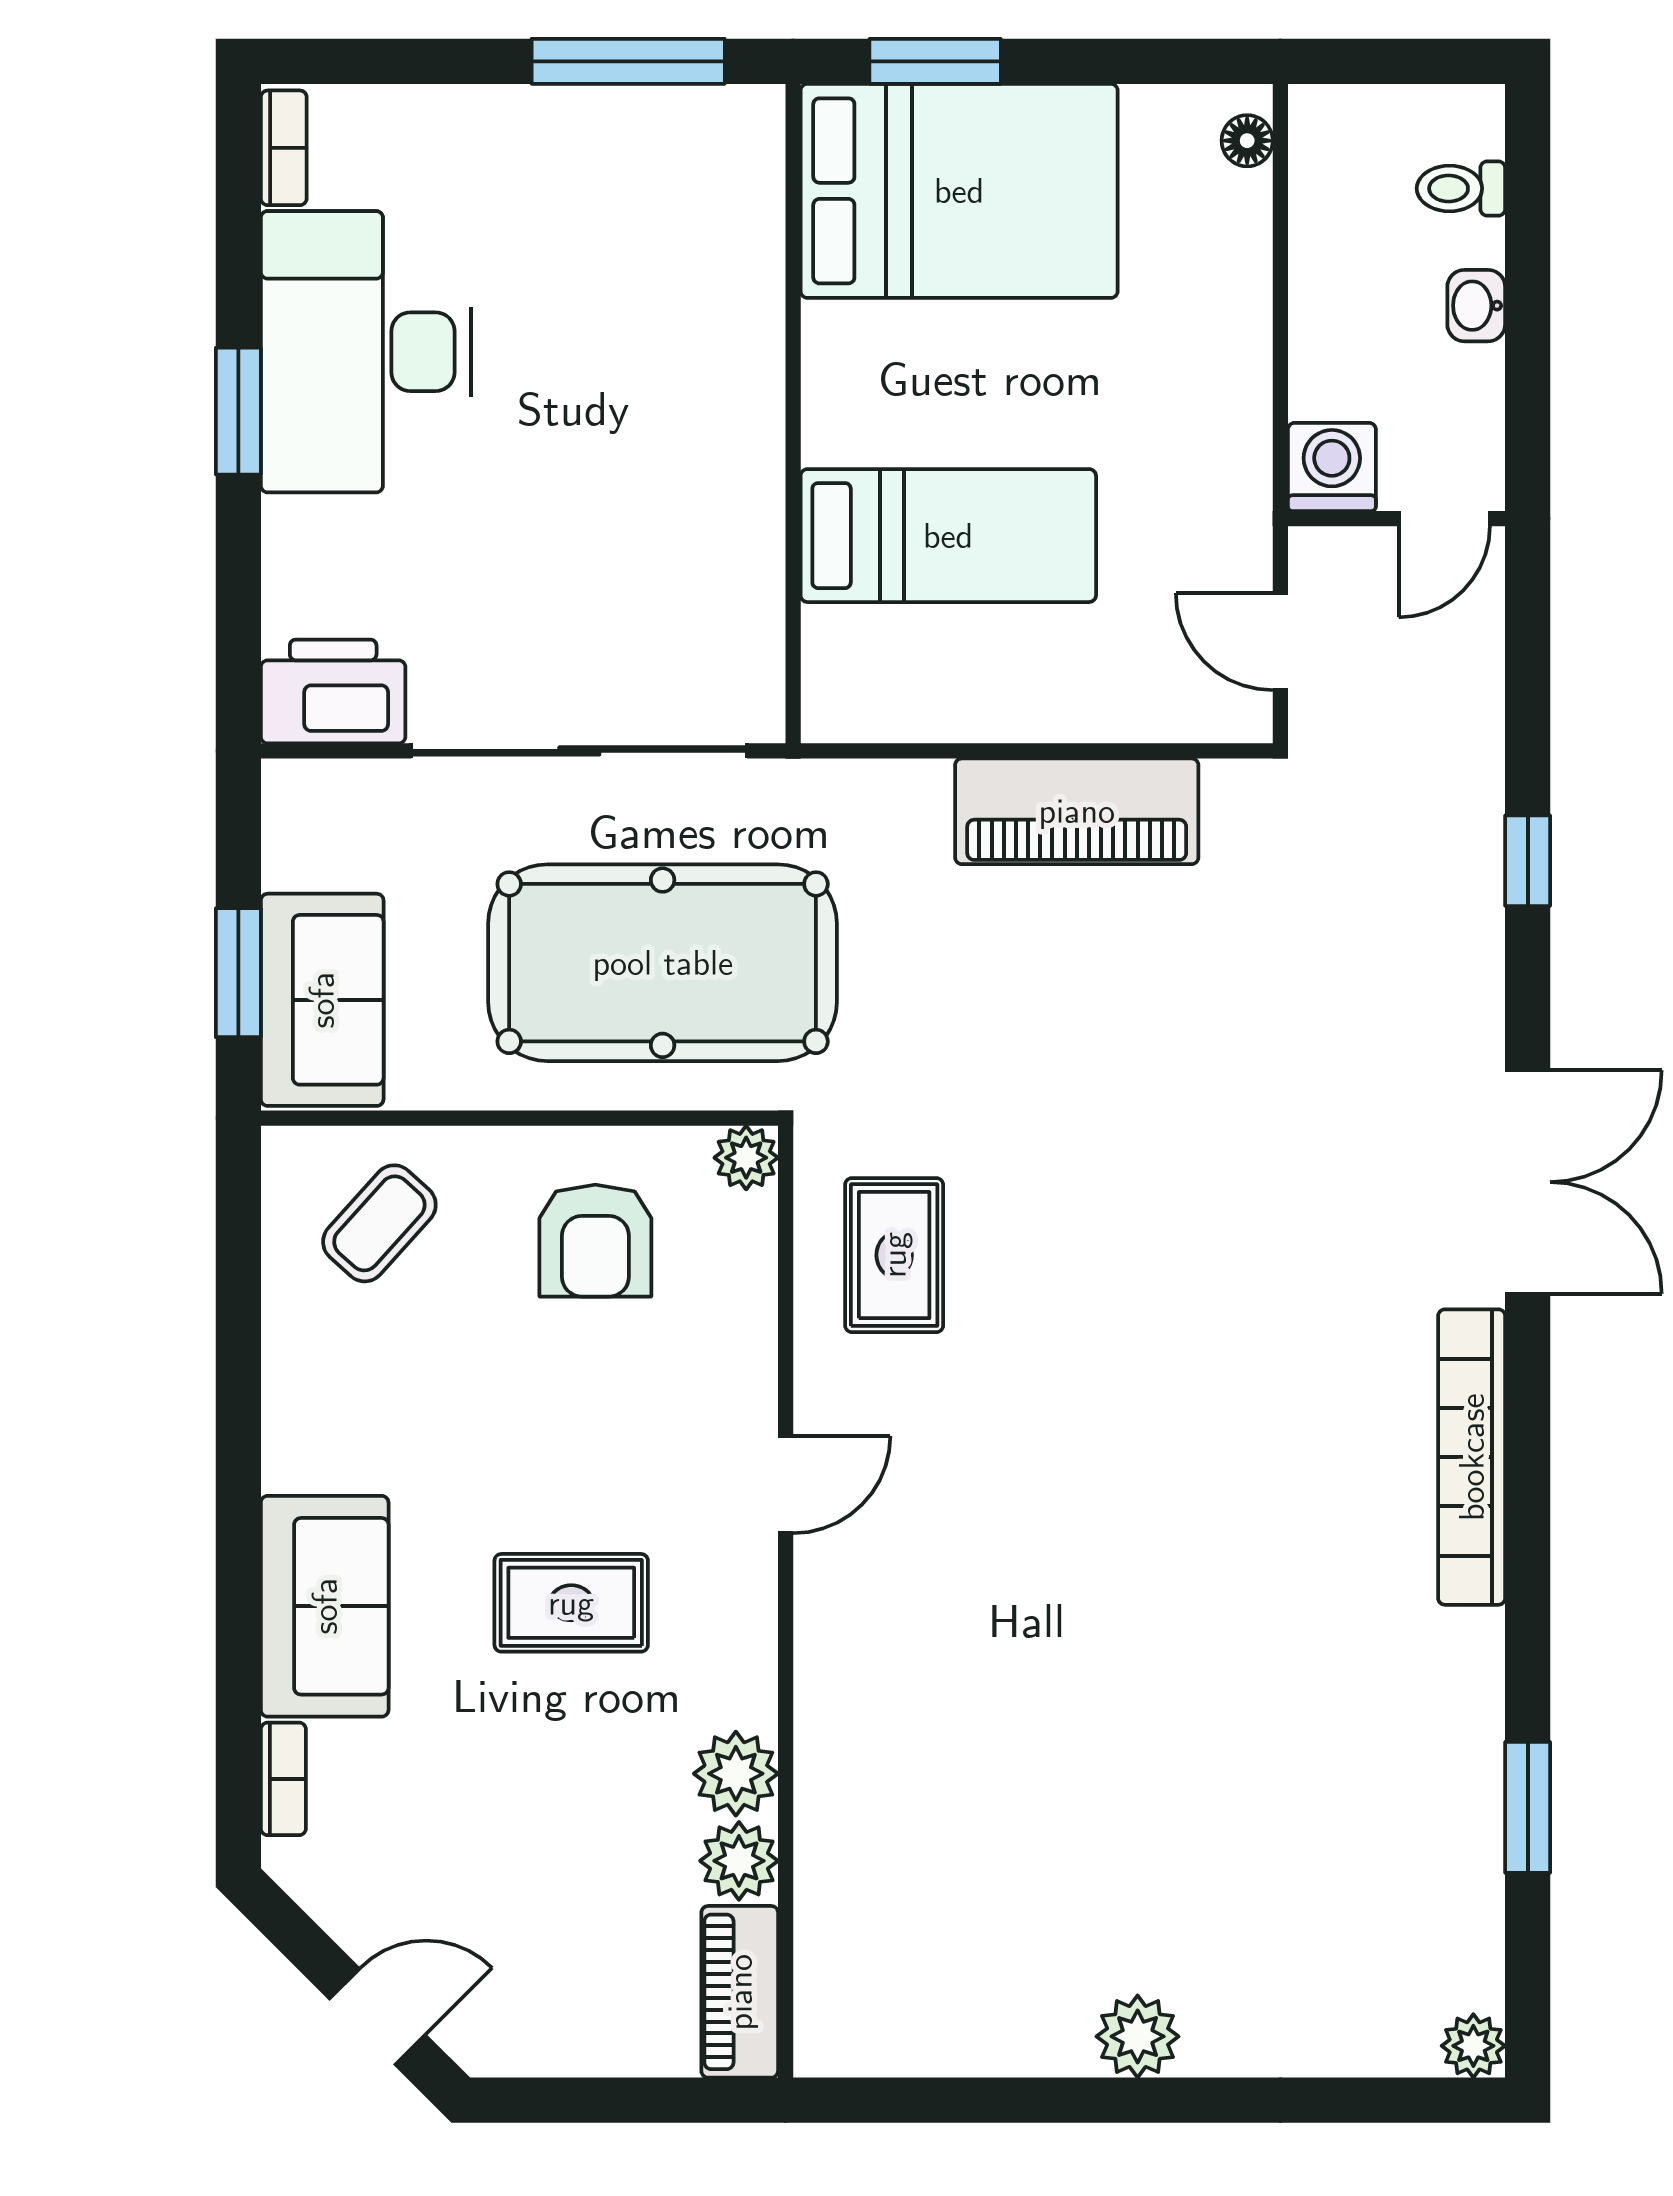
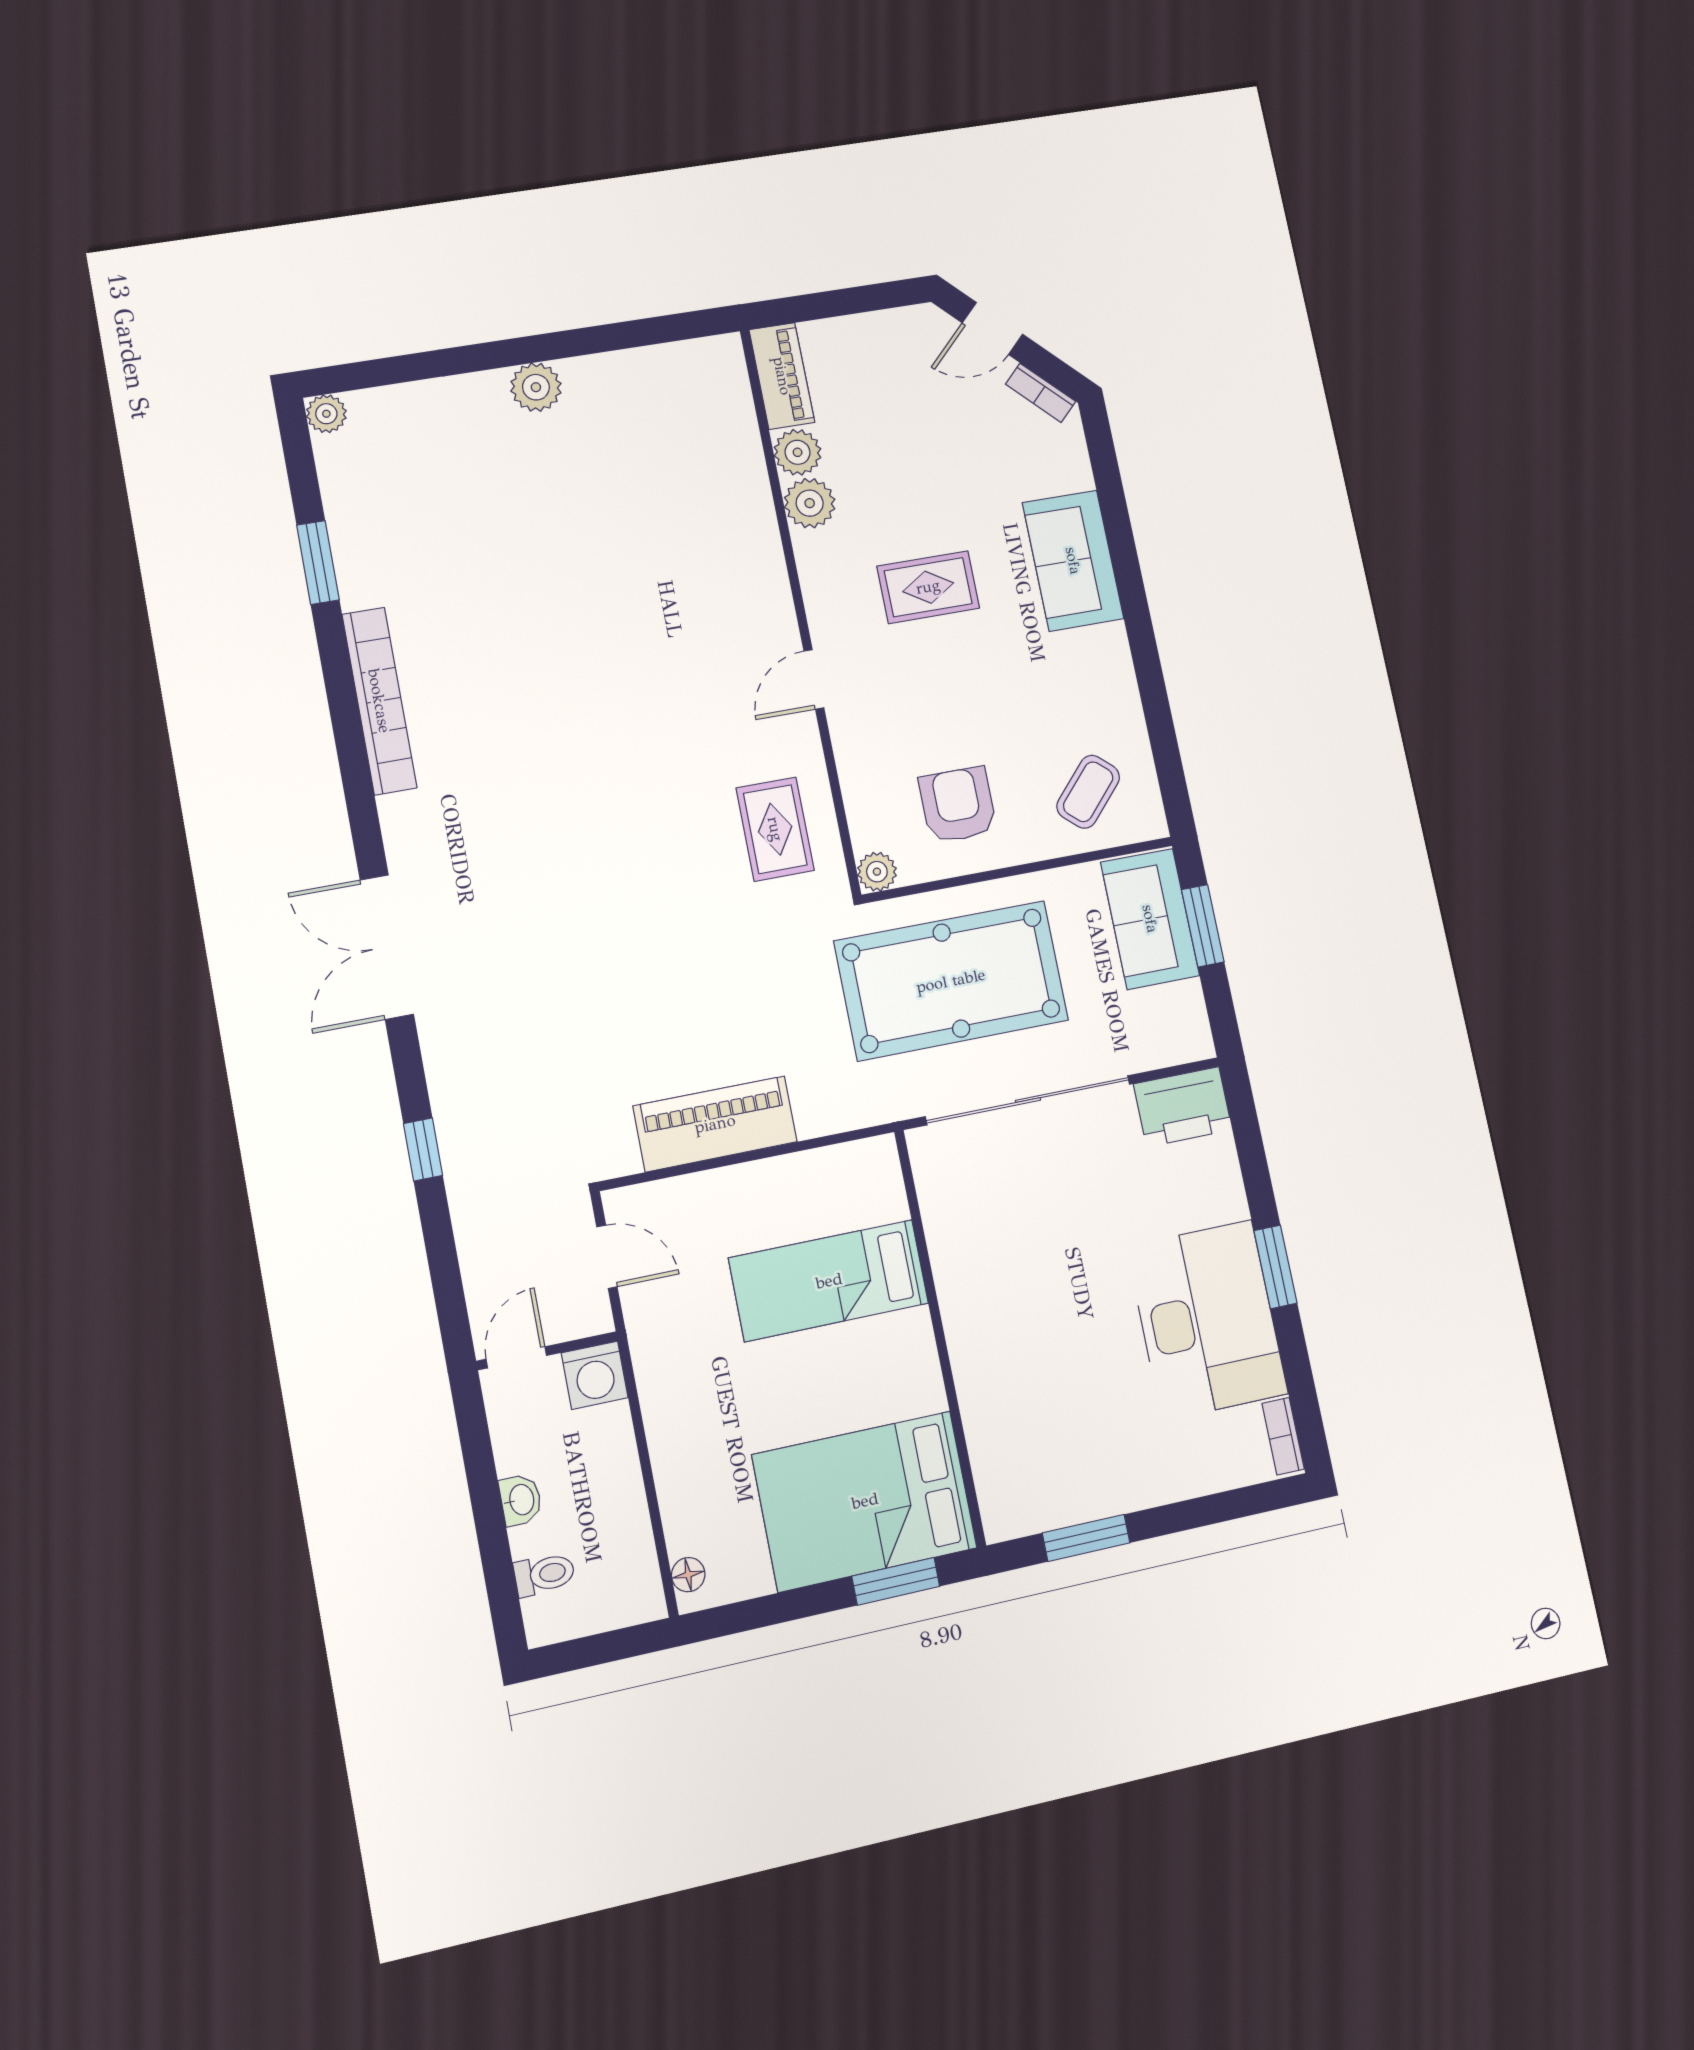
window: (628, 61) -> (1086, 1538), width x0.69
bookcase: (1472, 1457) -> (379, 701), moved
bookcase: (283, 1779) -> (1041, 393), moved, turned -45

